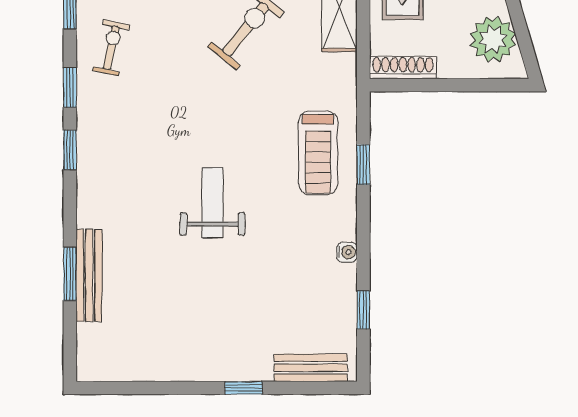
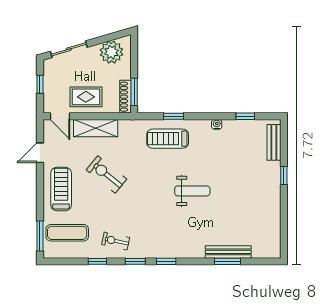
window: (413, 85) -> (134, 92), added
treadmill: (318, 153) -> (168, 139), turned 180
weight bench: (212, 203) -> (192, 191), turned 180

